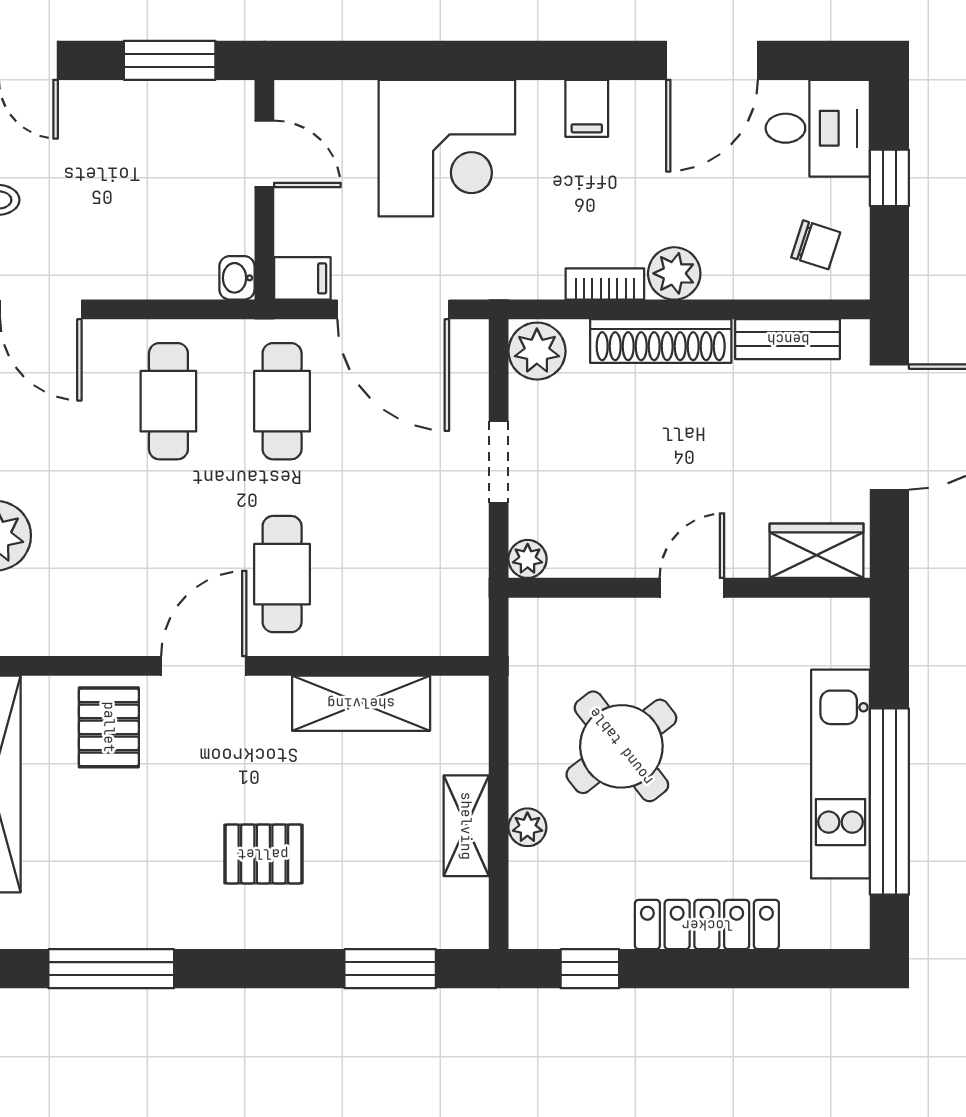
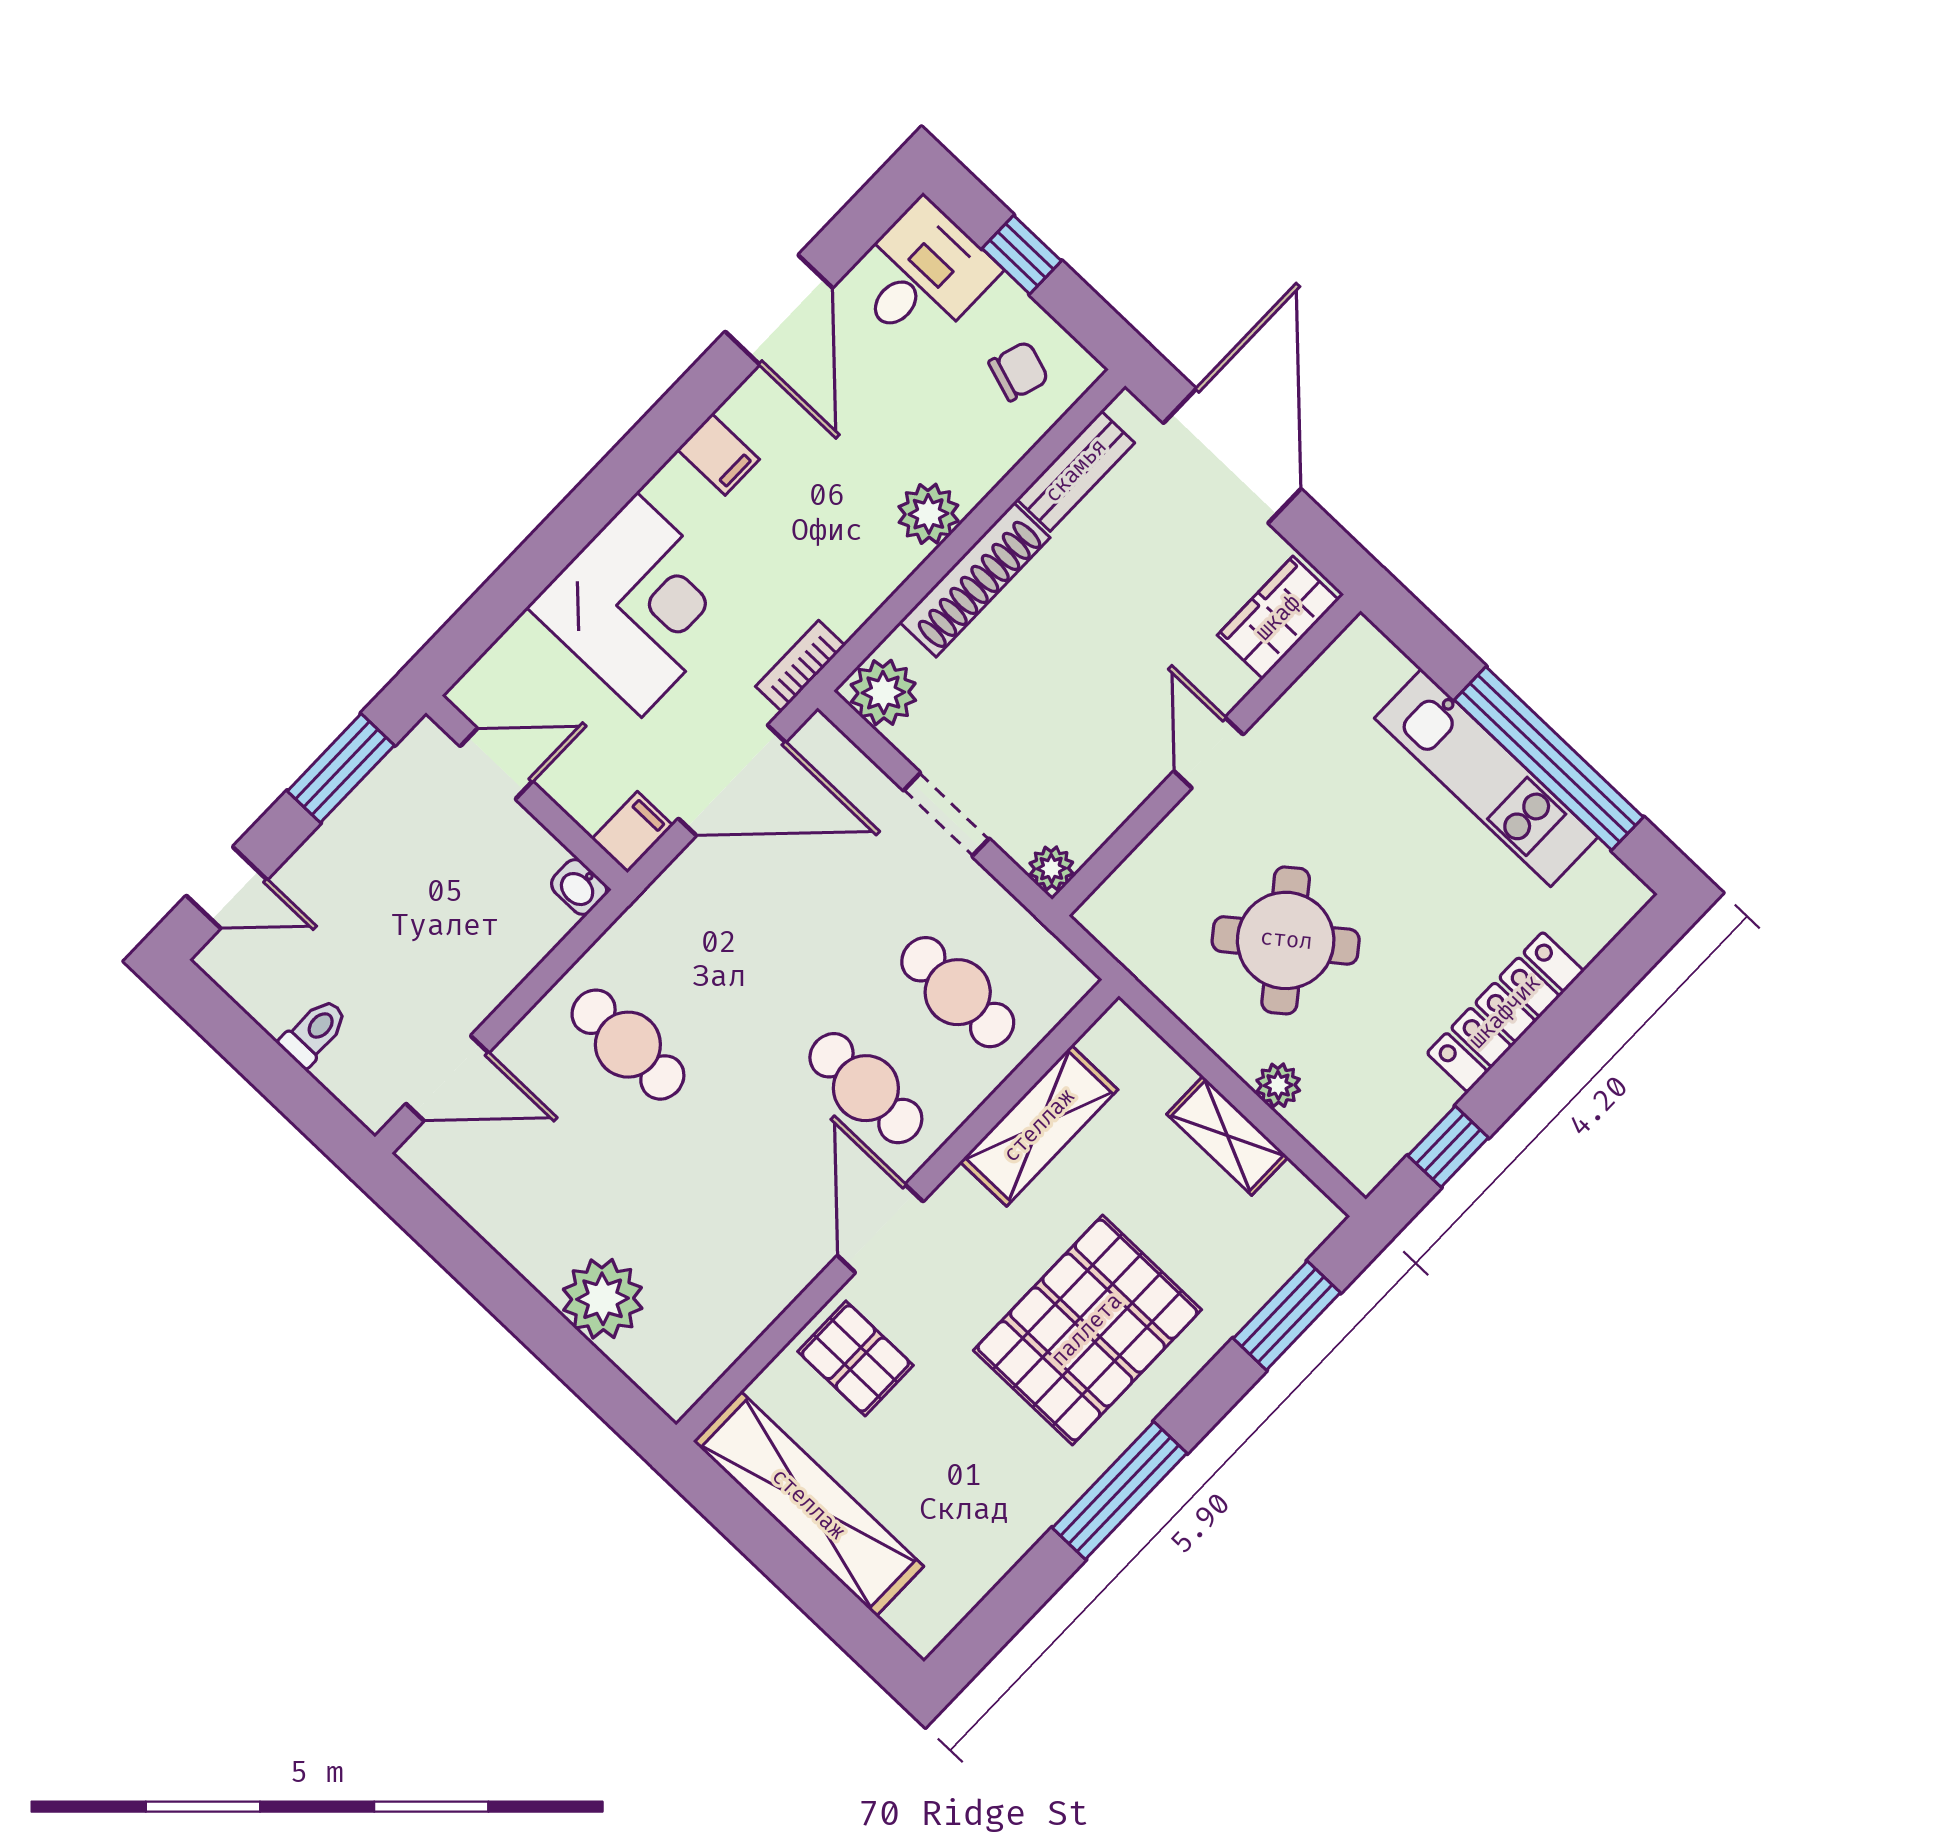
bookcase: (605, 284) -> (800, 666), moved
cafe table: (282, 401) -> (958, 992), moved
pallet: (263, 854) -> (1087, 1330), width x2.05, depth x2.00
window: (111, 969) -> (1120, 1490), moved

